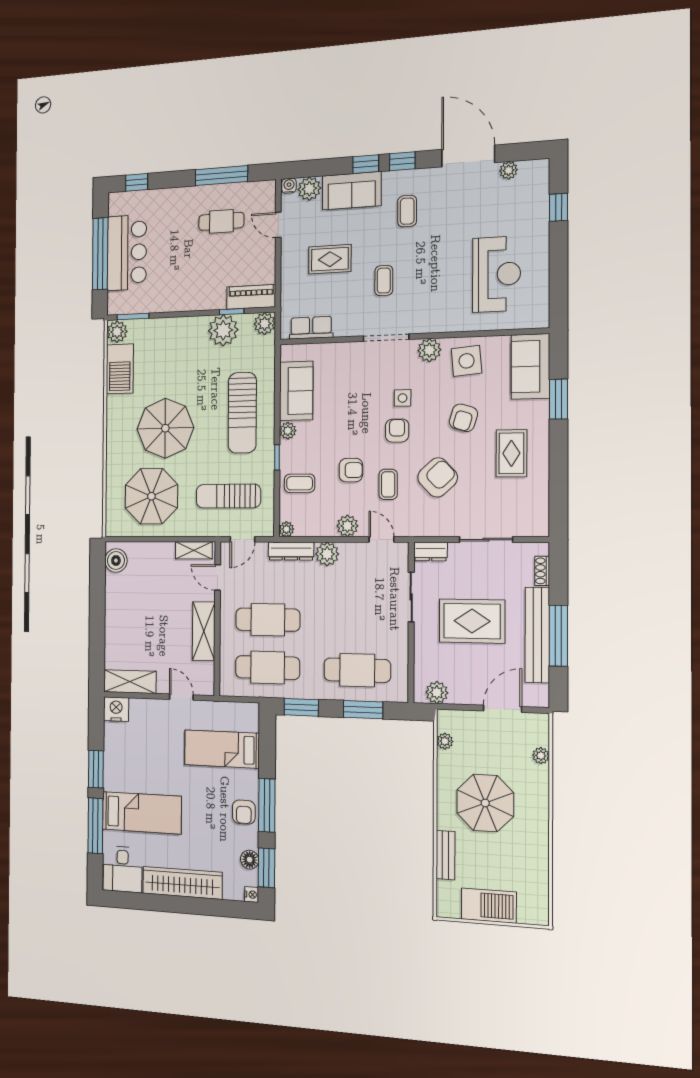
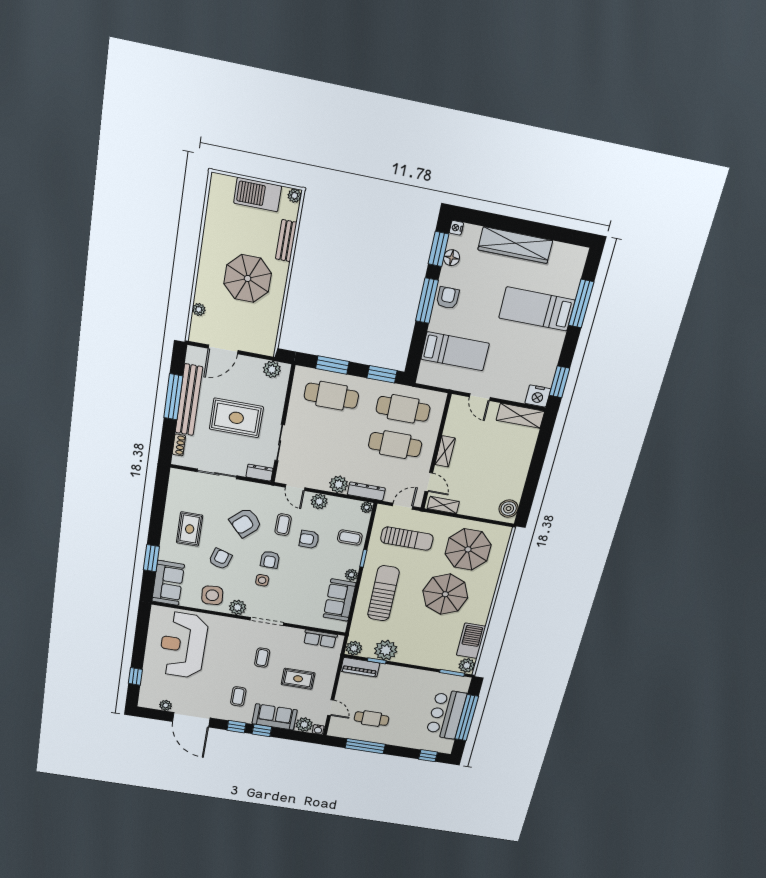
reception desk: (496, 274) -> (183, 645), width x1.36, depth x1.30
shelving: (204, 631) -> (445, 451), width x0.67, depth x0.75
plant: (445, 741) -> (295, 196), moved
window: (96, 769) -> (559, 382), moved
desk: (123, 869) -> (566, 263), removed

